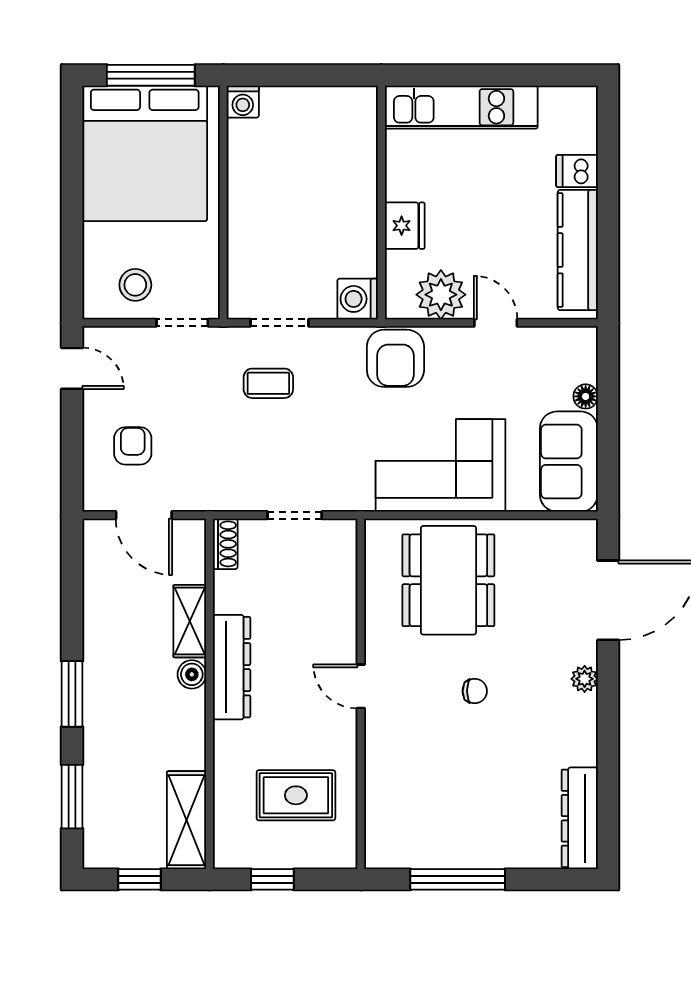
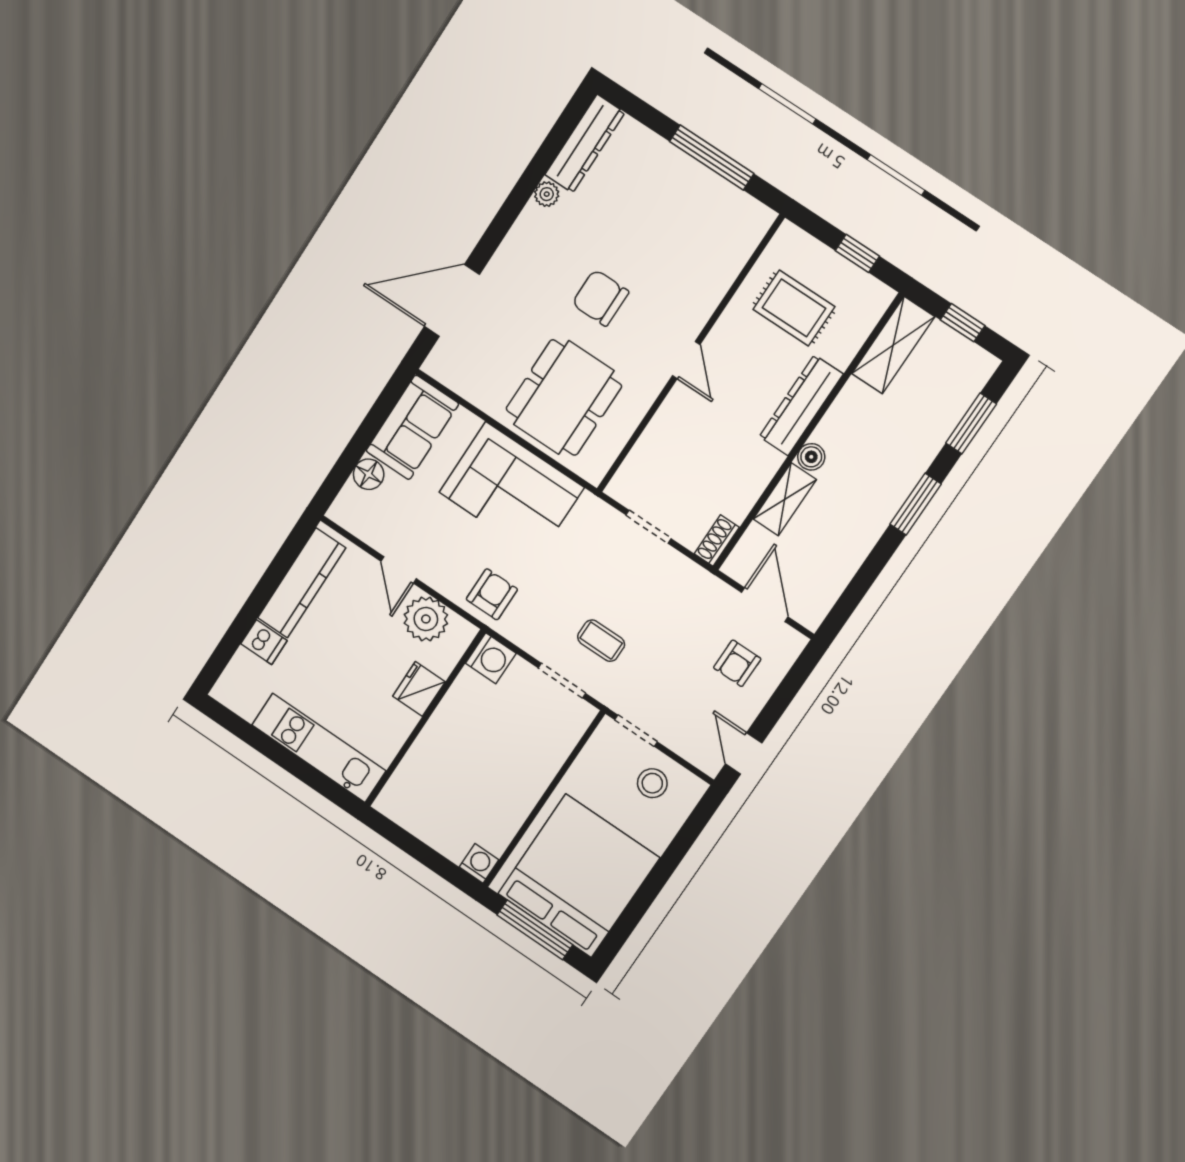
armchair: (395, 358) -> (492, 594), width x0.72, depth x0.72
floor lamp: (586, 396) -> (369, 474), width x1.37, depth x1.37
dresser: (232, 667) -> (801, 405), moved
plant: (585, 679) -> (547, 194), moved
chair: (475, 691) -> (600, 298), width x1.87, depth x1.87

